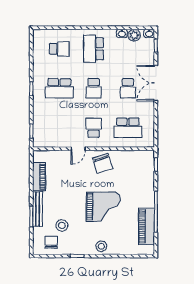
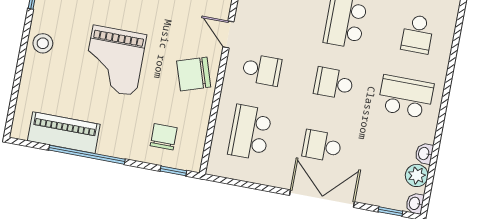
chair: (139, 173) -> (164, 137), added

